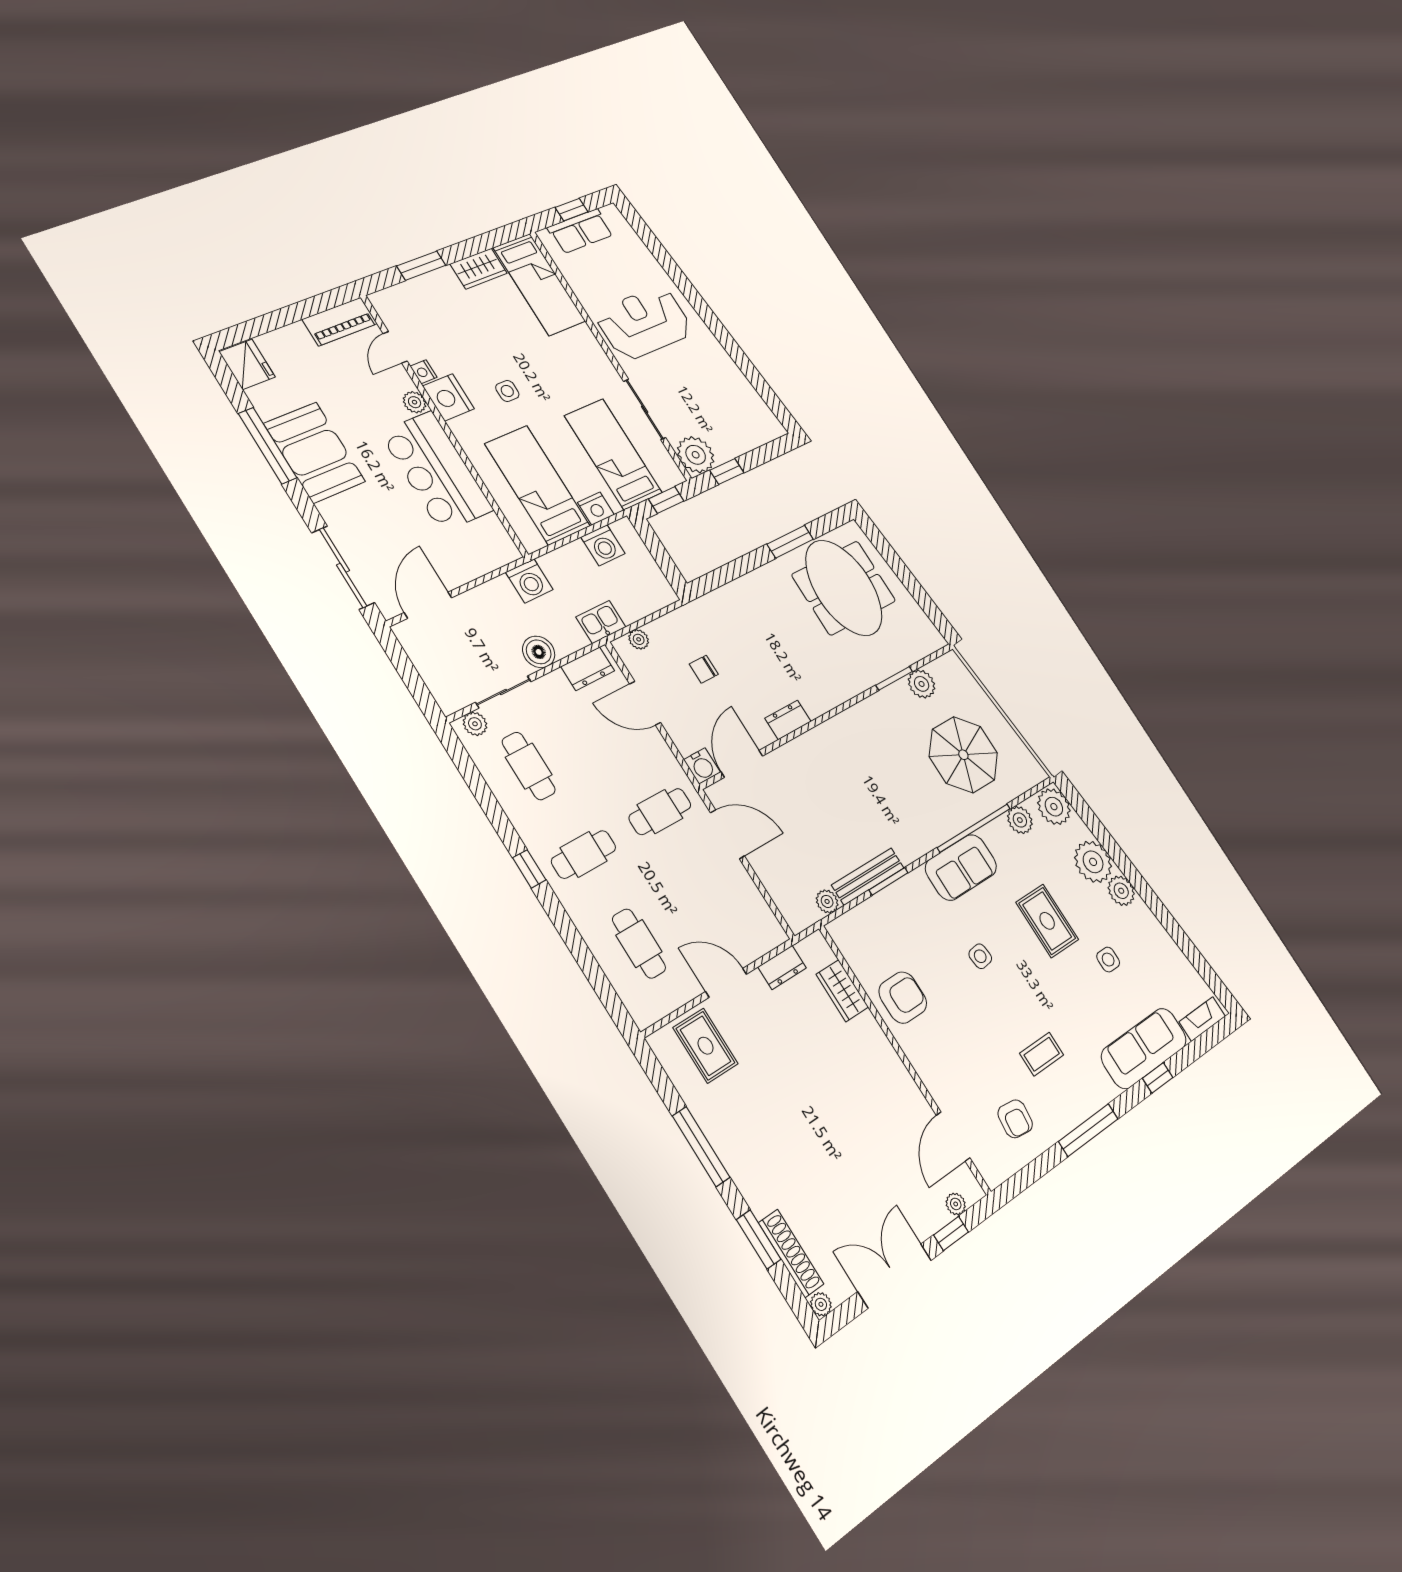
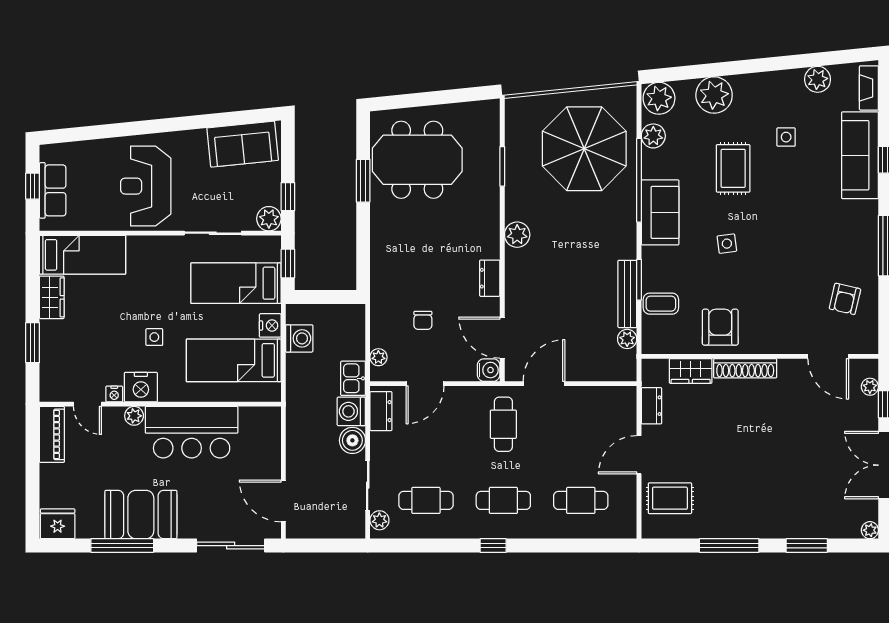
sofa: (744, 404) -> (243, 144), added
plant: (696, 455) -> (269, 219), width x0.73, depth x0.73
washing machine: (529, 581) -> (351, 411), moved, turned 180
plant: (922, 684) -> (517, 235), moved
parasol: (963, 755) -> (584, 149), width x1.36, depth x1.36
cafe table: (584, 854) -> (503, 500), turned 90
plant: (1121, 891) -> (818, 79), moved
rug: (1047, 921) -> (733, 168), turned 90
coffee table: (1042, 1054) -> (661, 304), moved, turned 90
armchair: (1015, 1119) -> (845, 299), turned 96
shoe rack: (791, 1253) -> (745, 368), moved, turned 180

